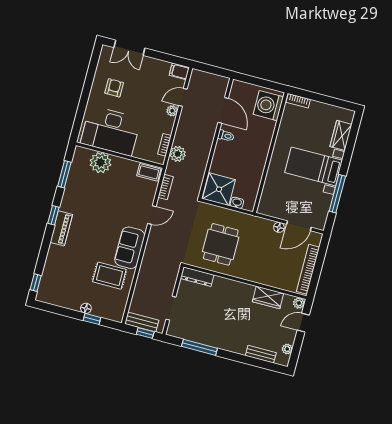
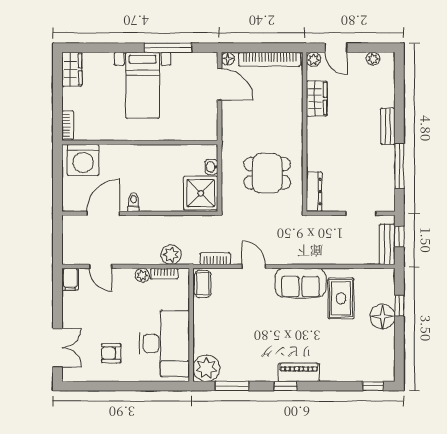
plant: (172, 111) -> (142, 275), moved
wardrobe: (341, 135) -> (72, 69), moved, turned -90
plant: (100, 163) -> (206, 368), moved
floor lamp: (279, 227) -> (228, 59), moved
floor lamp: (86, 308) -> (382, 317), width x1.89, depth x1.89
bench: (261, 354) -> (388, 126), moved

